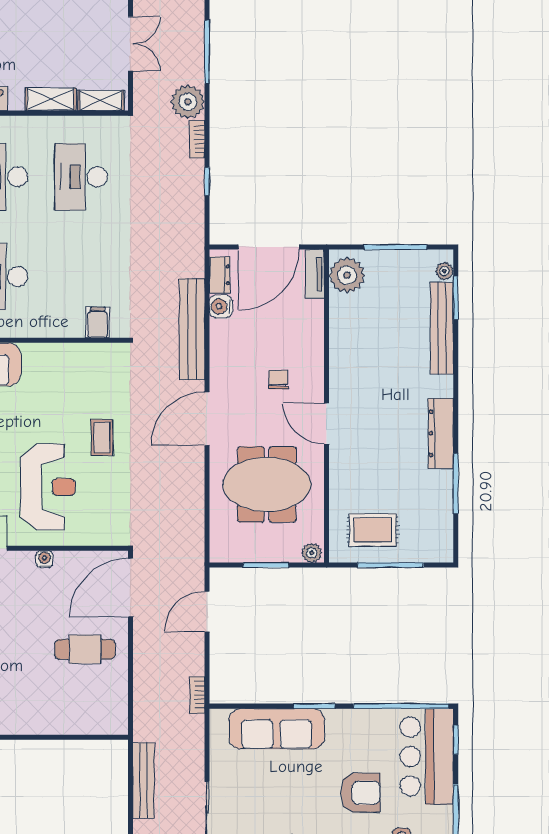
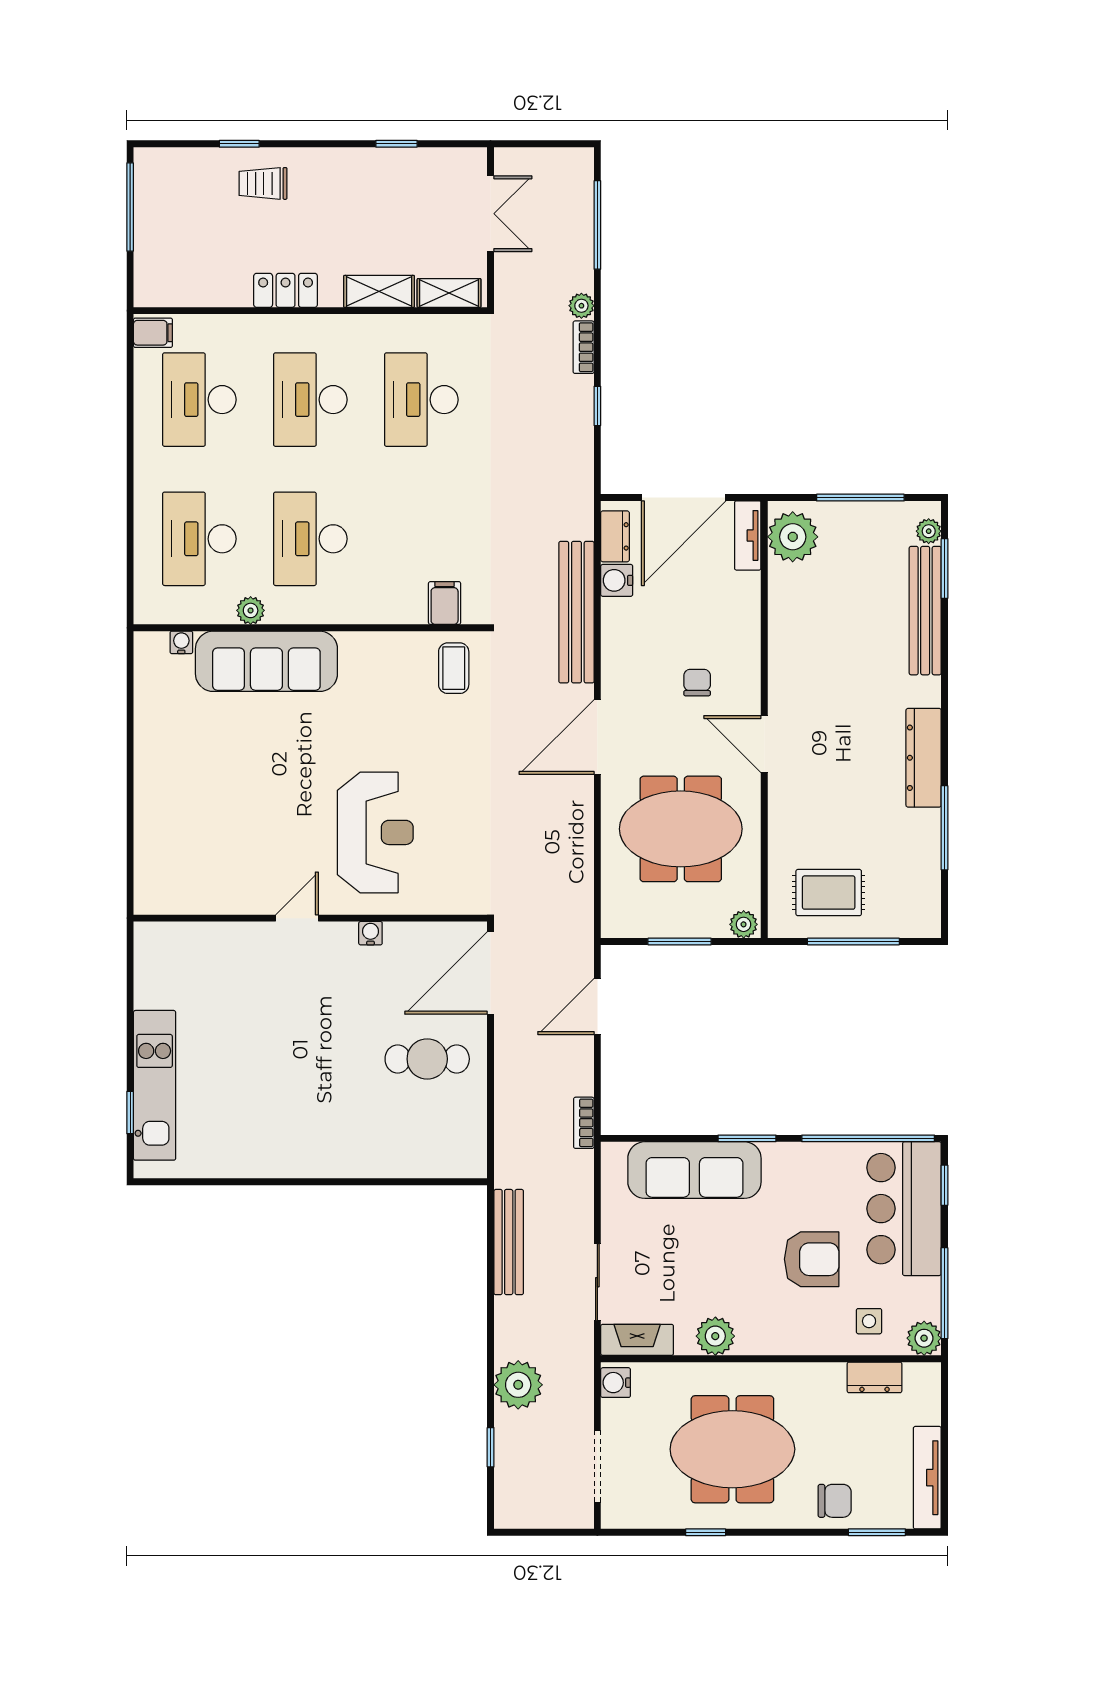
plant: (188, 102) -> (581, 306), width x0.53, depth x0.53
coffee table: (102, 437) -> (454, 668), moved

